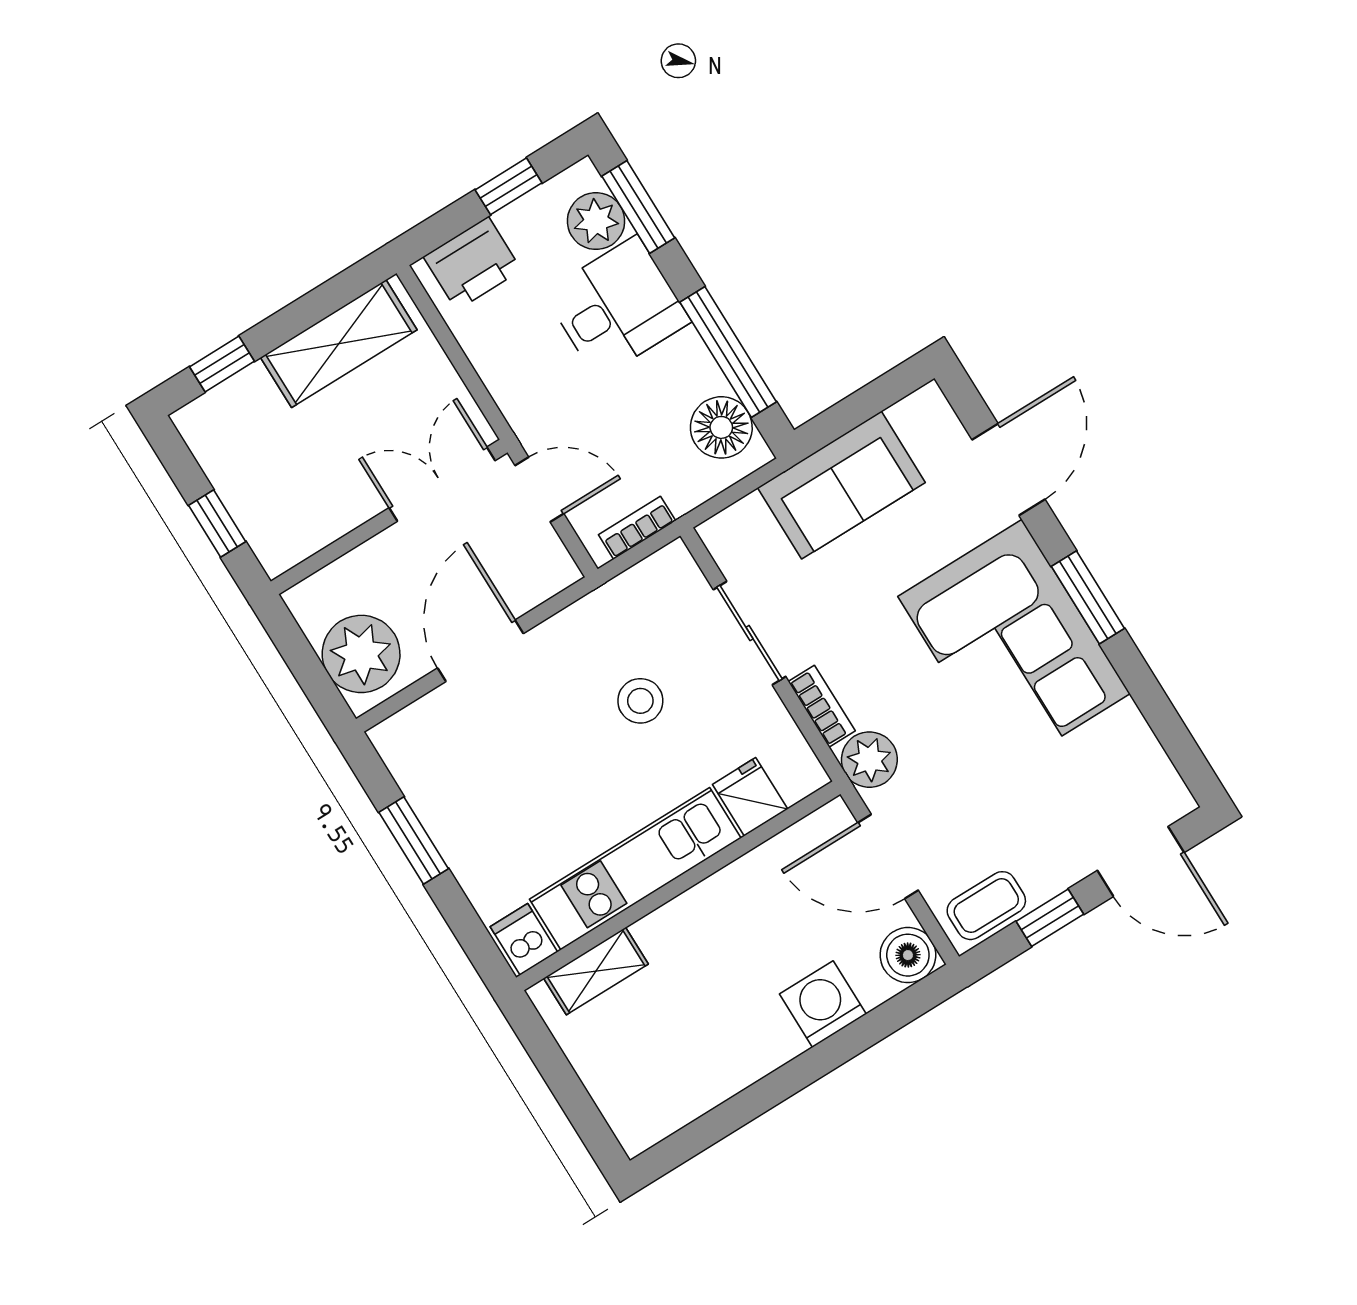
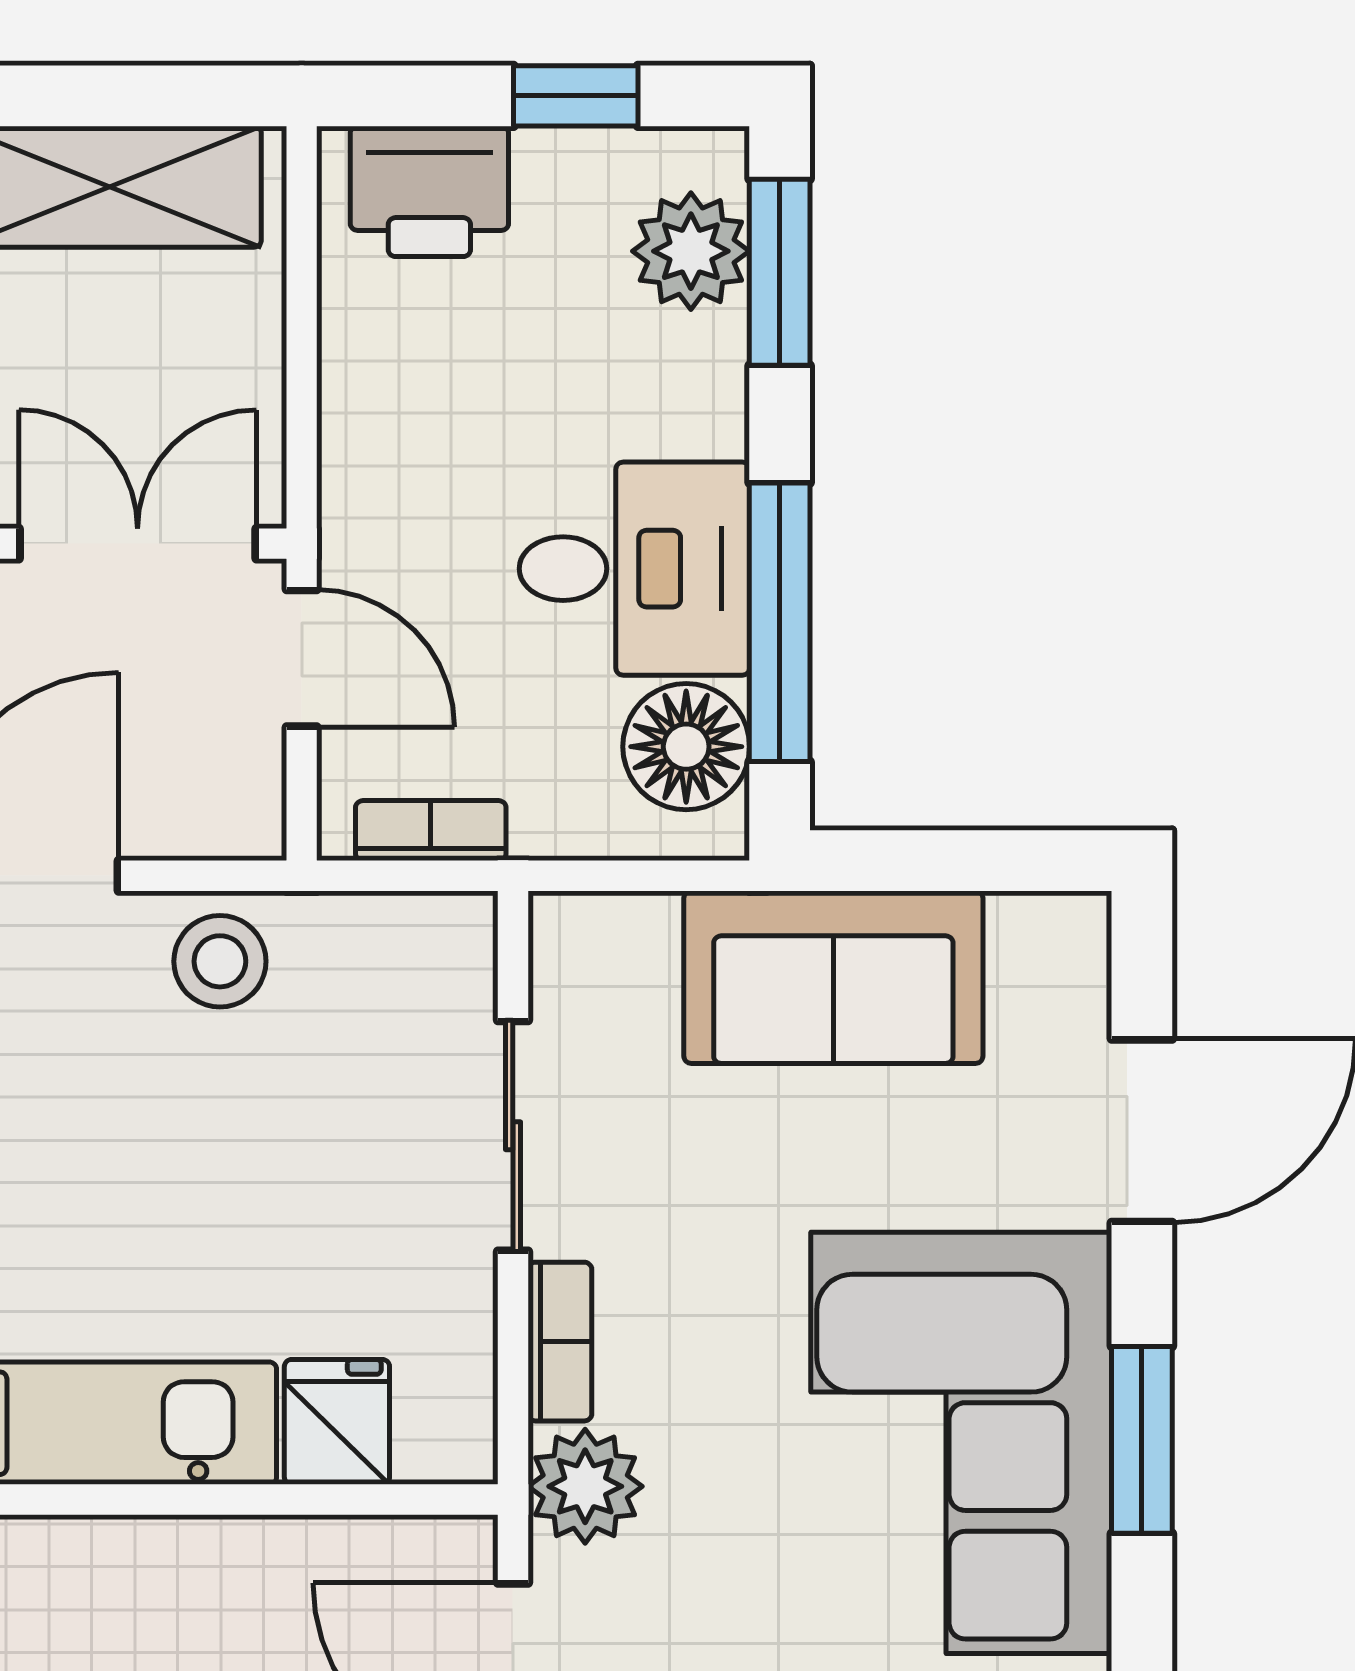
desk: (617, 307) -> (634, 569), moved
stool: (640, 701) -> (220, 961), moved

